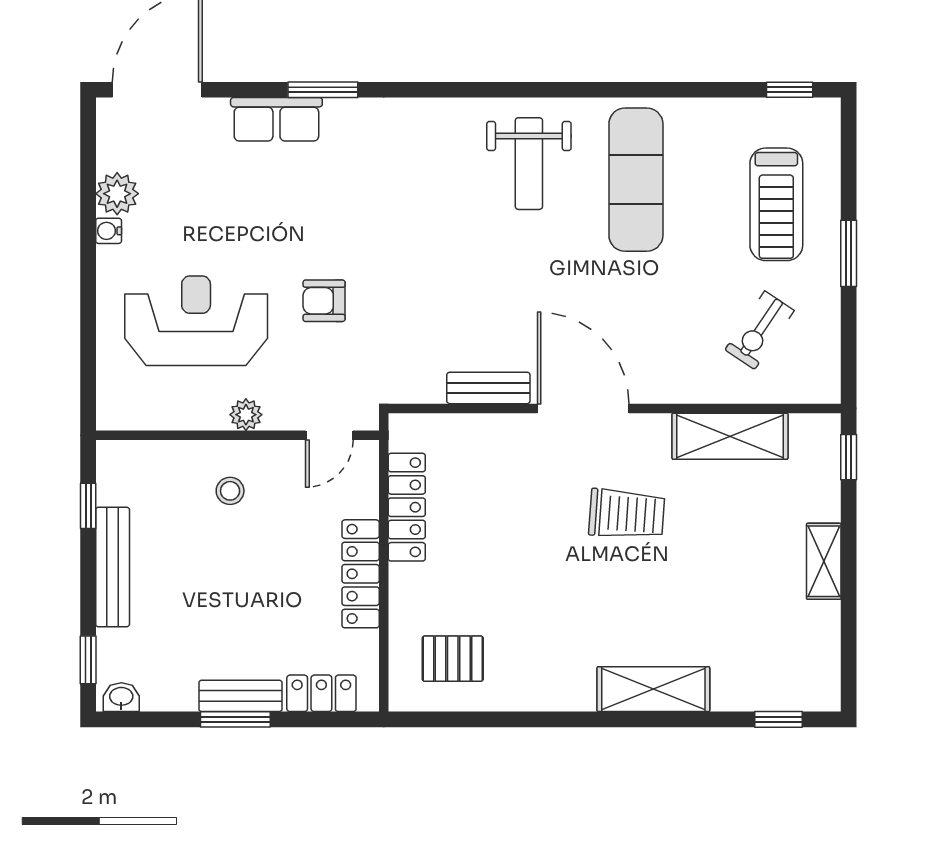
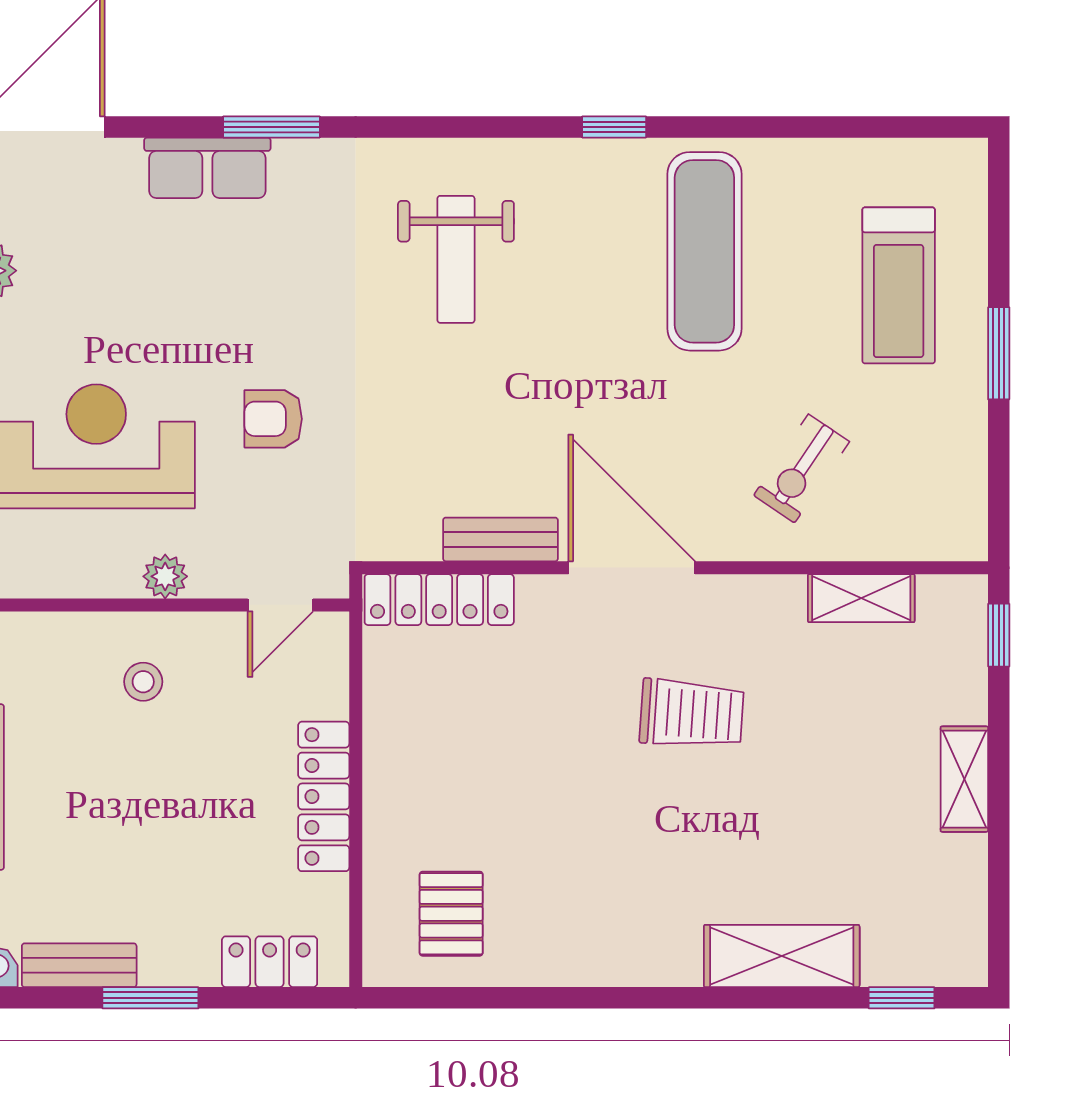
window: (790, 90) -> (614, 127), moved
weight bench: (529, 164) -> (456, 259), moved
exercise bike: (760, 330) -> (801, 469), moved
shelving: (730, 436) -> (861, 598), width x0.67, depth x0.75
locker: (407, 507) -> (439, 600), moved, turned 90
pallet: (453, 659) -> (451, 914), turned 90
shelving: (653, 689) -> (782, 956), moved
bench: (240, 696) -> (79, 965), moved

